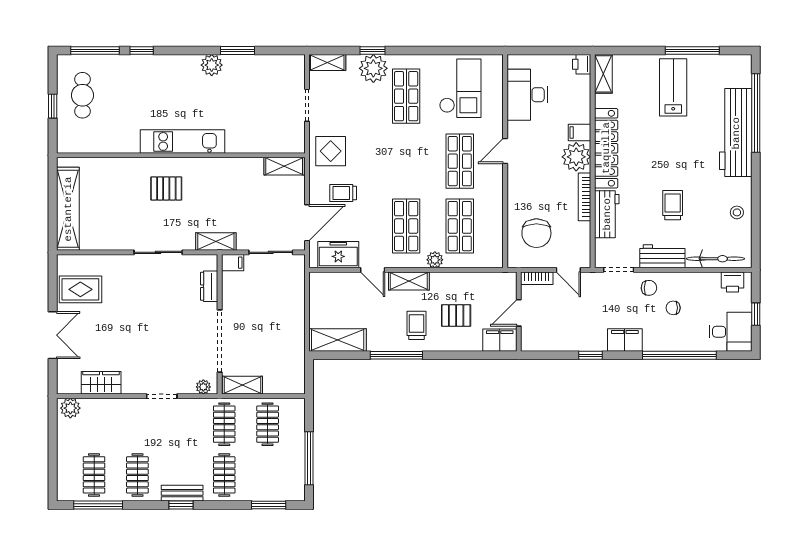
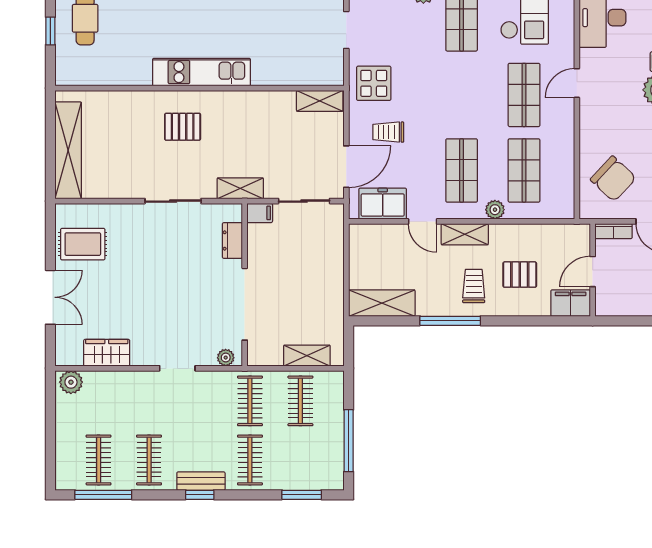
chair: (536, 233) -> (613, 179), turned -47
shelving: (242, 385) -> (307, 356), moved

